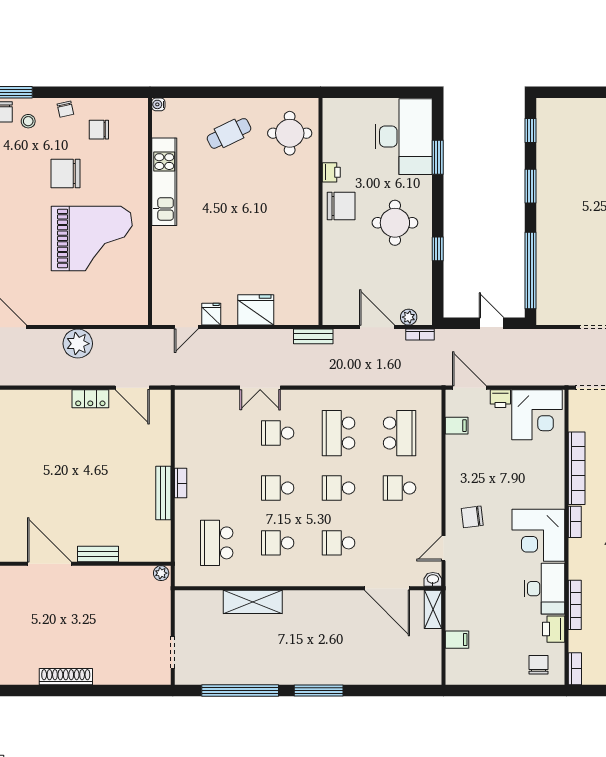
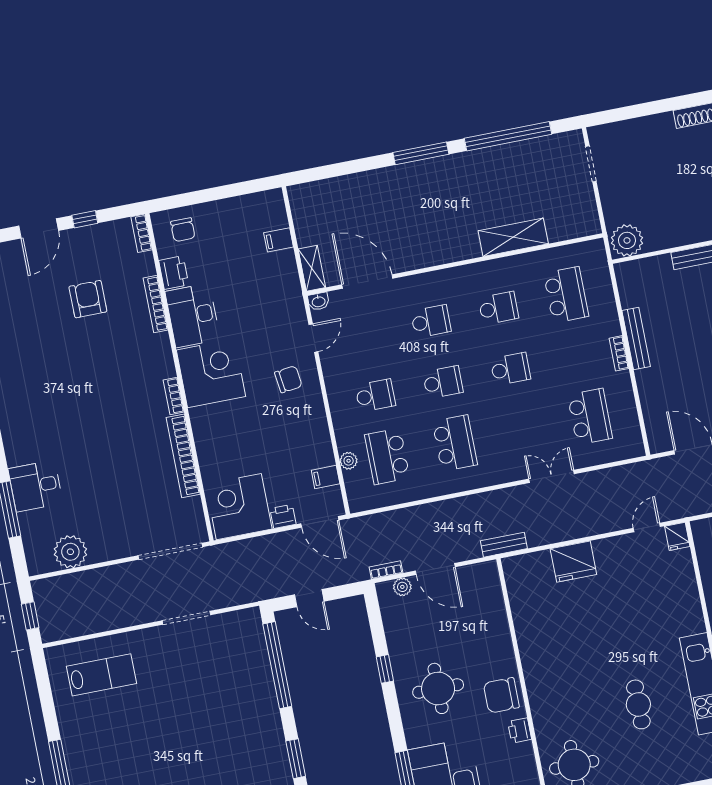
cafe table: (229, 133) -> (638, 704), moved, turned -64
fridge: (211, 314) -> (677, 536), moved
school desk: (278, 433) -> (590, 417), moved, width x1.85
plant: (434, 436) -> (349, 461), added
plant: (161, 573) -> (627, 240), width x1.88, depth x1.88

